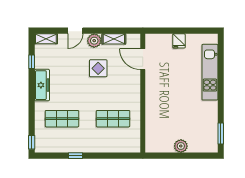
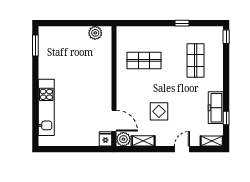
plant: (94, 41) -> (123, 139), moved
fridge: (179, 41) -> (105, 139), moved
freezer: (42, 85) -> (216, 108), moved
shop shelf: (62, 119) -> (196, 60), turned 90
plant: (181, 146) -> (95, 33), moved

